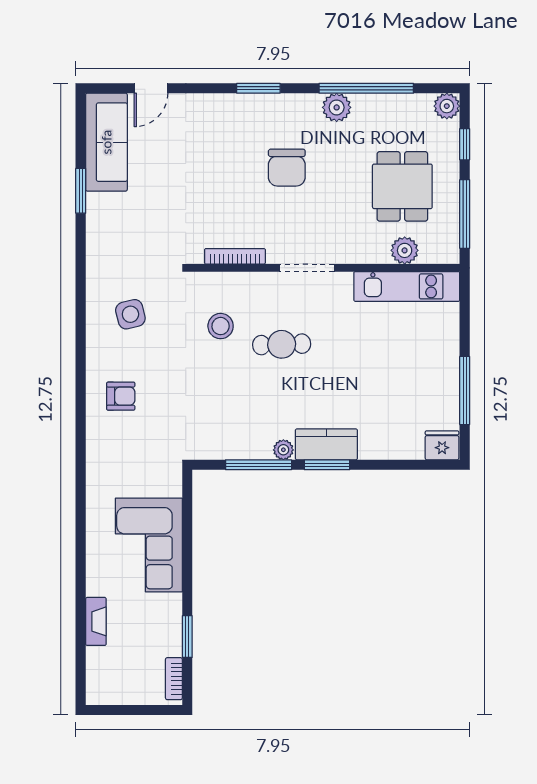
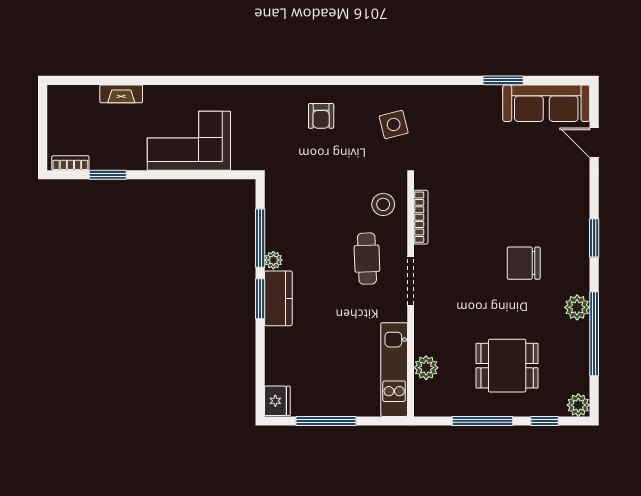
plant: (405, 250) -> (426, 368), moved
bookcase: (235, 256) -> (421, 217), moved
doorway: (307, 268) -> (411, 281), moved
wall: (325, 268) -> (411, 297), moved
kitchen unit: (407, 286) -> (394, 370), moved

